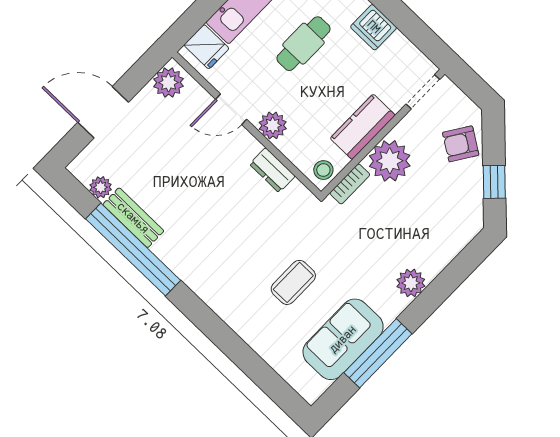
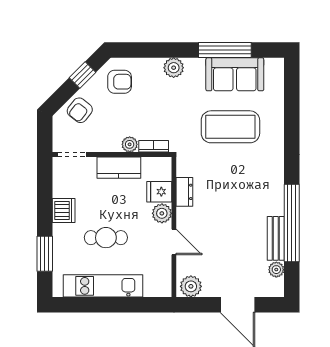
fridge: (206, 47) -> (159, 192), moved, turned -90
armchair: (461, 144) -> (80, 110), turned 95
plant: (390, 161) -> (130, 144), width x0.53, depth x0.53
stool: (323, 170) -> (160, 166), removed
armchair: (450, 213) -> (120, 82), added
coffee table: (293, 282) -> (230, 127), width x1.86, depth x1.72

